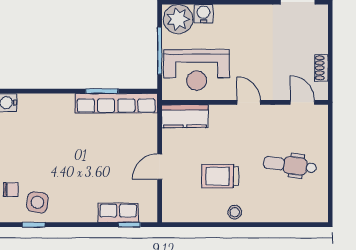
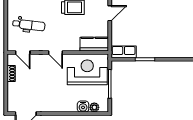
plant: (178, 19) -> (94, 107), width x0.53, depth x0.53
row of seats: (116, 103) -> (124, 52), width x0.50
dental chair: (290, 165) -> (29, 25), moved

